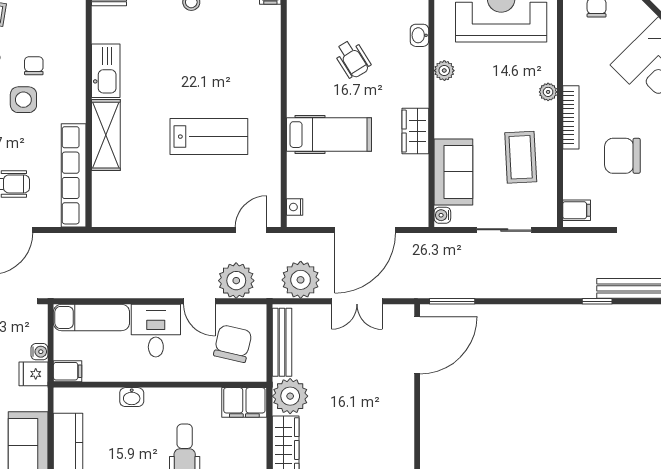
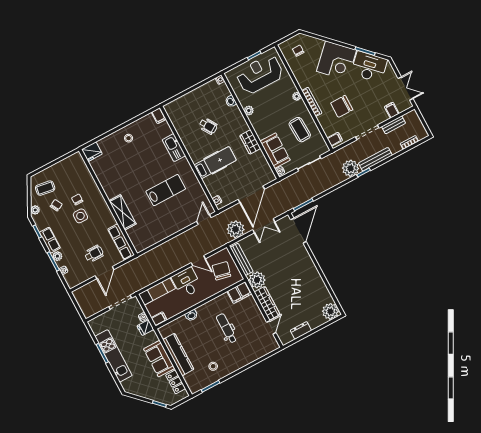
kitchen sink: (106, 71) -> (174, 148), moved, turned 180
row of seats: (74, 175) -> (121, 242), width x0.73
plant: (236, 281) -> (351, 168), moved

